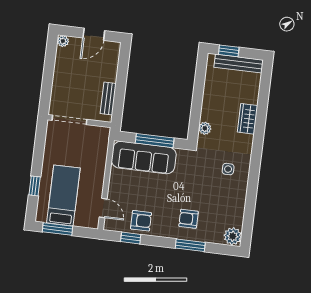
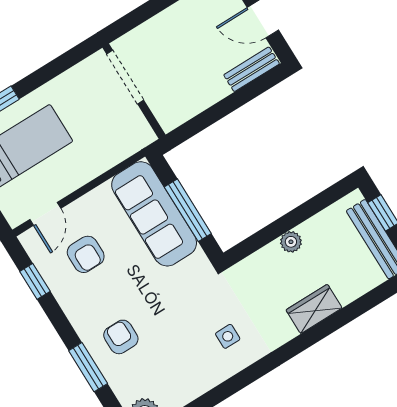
bench: (108, 98) -> (252, 69), moved
plant: (205, 128) -> (291, 242), moved
armchair: (141, 221) -> (86, 254), moved

